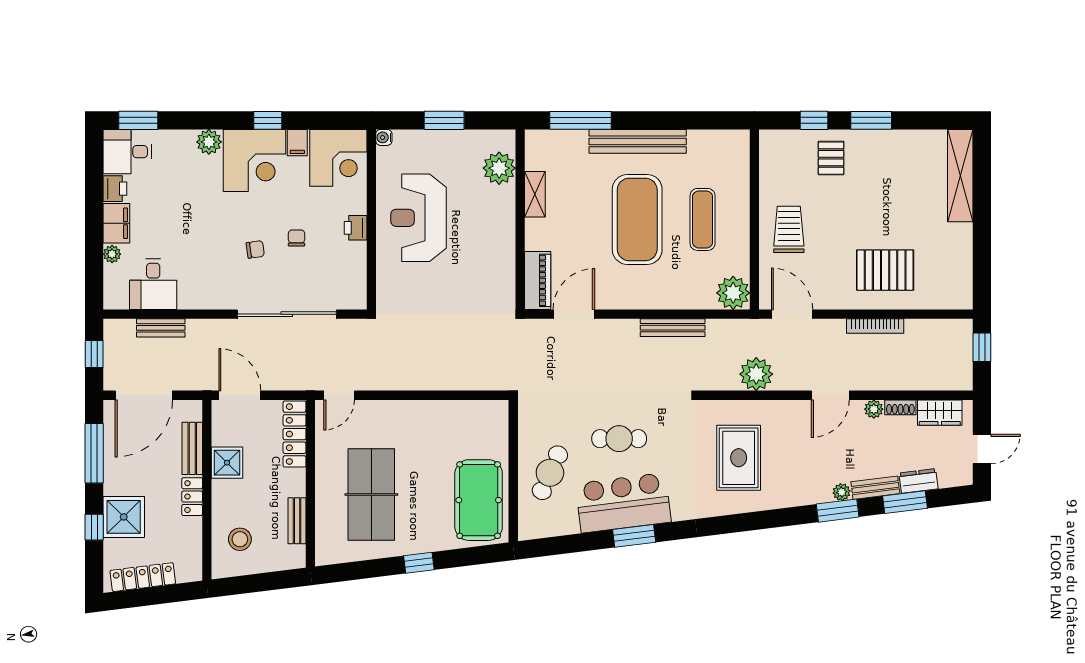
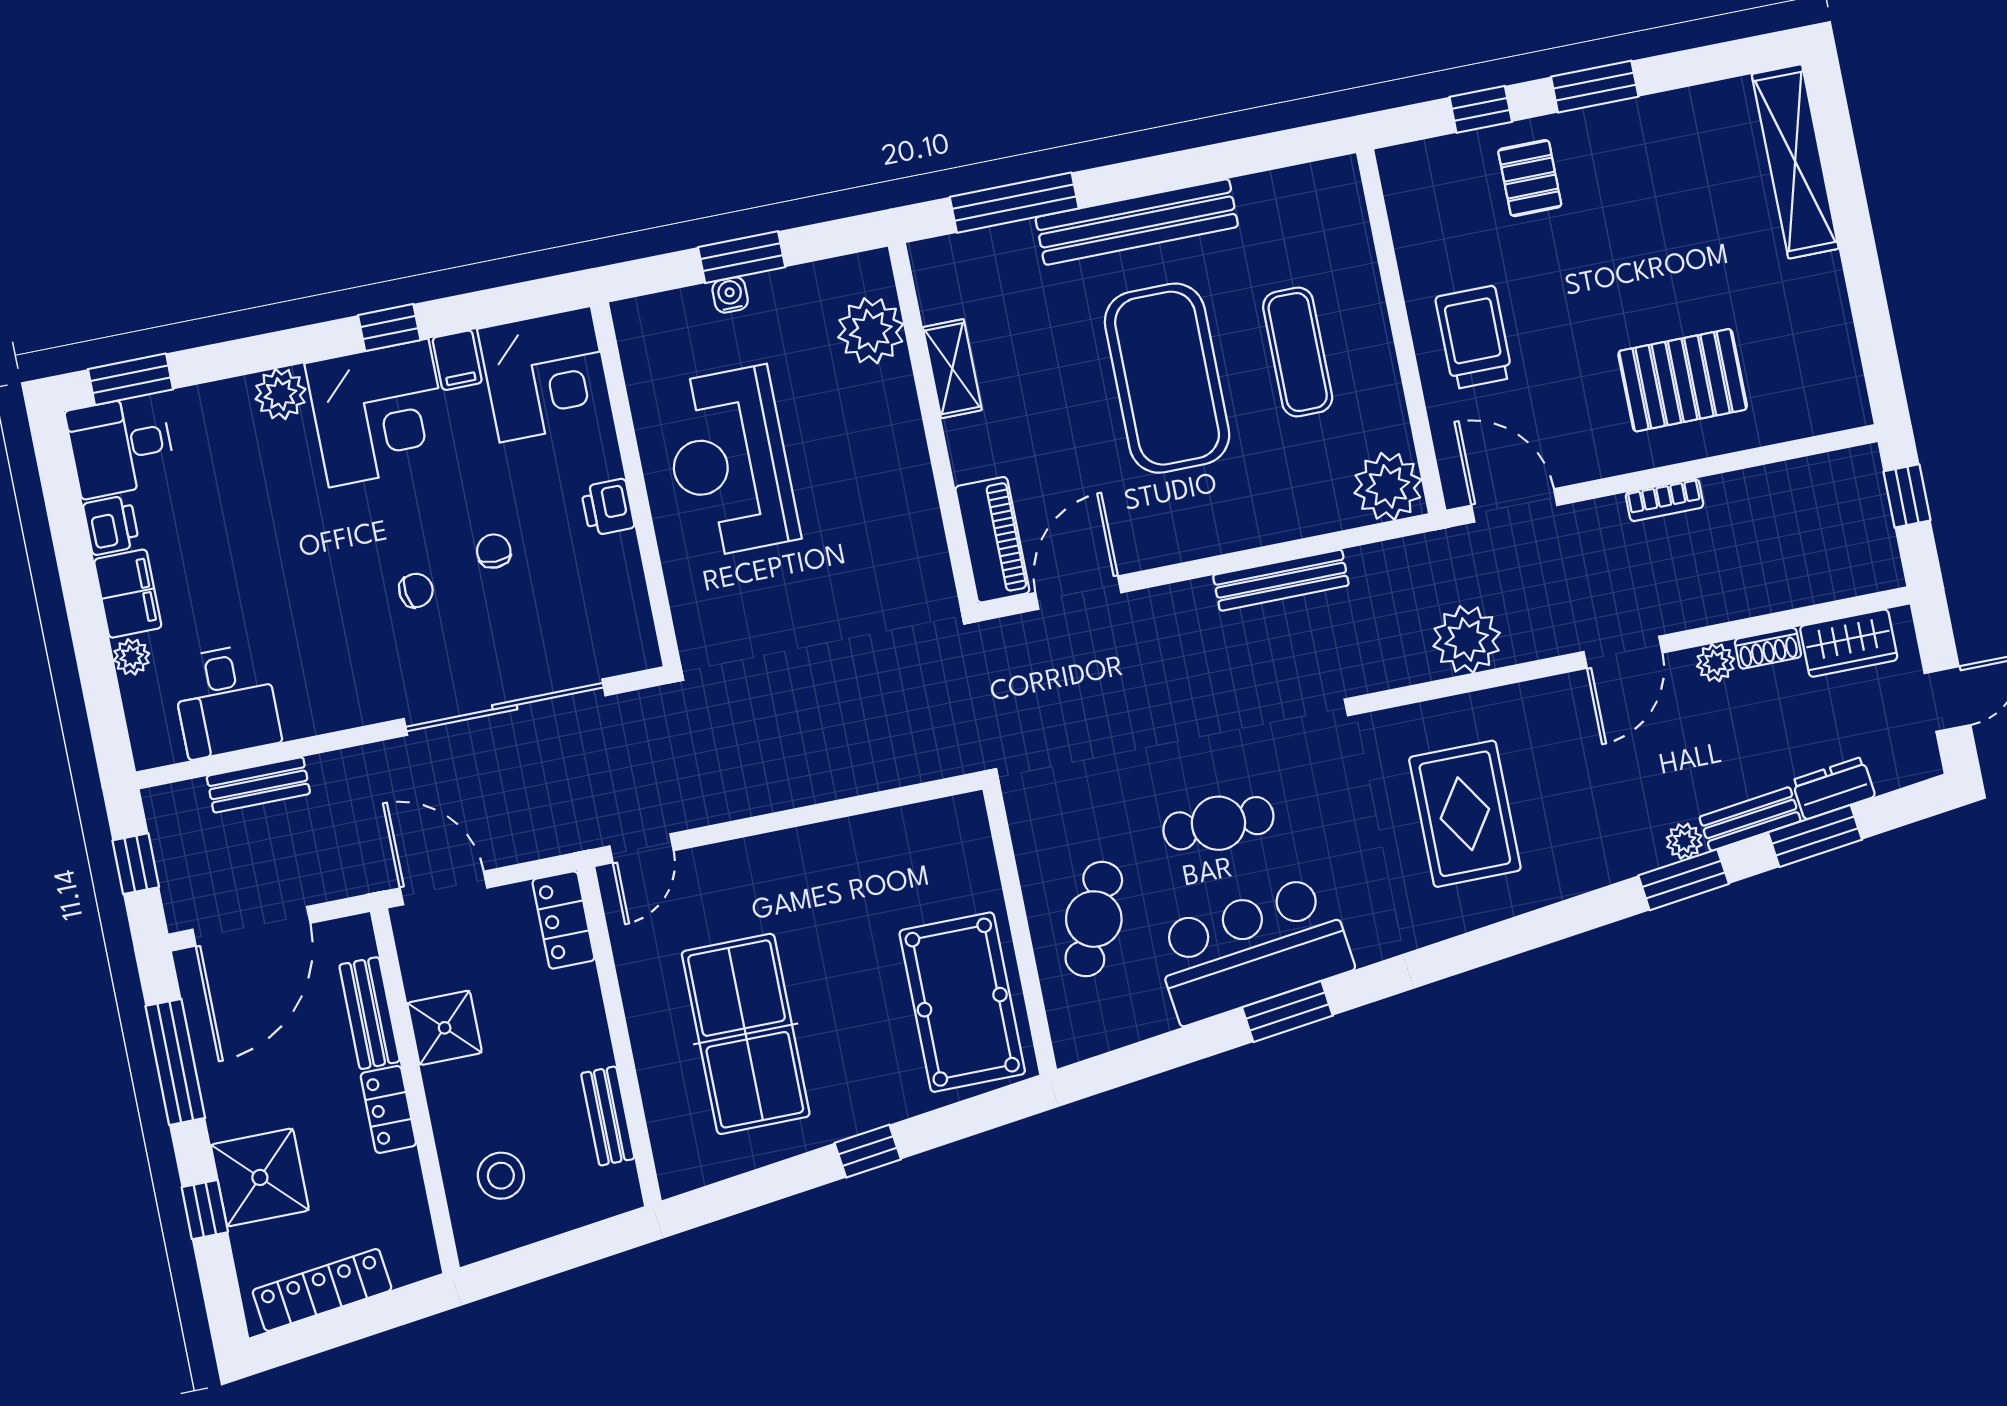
water cooler: (384, 137) -> (730, 295), moved, turned 90
bookcase: (875, 326) -> (1665, 500), width x0.64
locker: (295, 434) -> (563, 920), width x0.66

